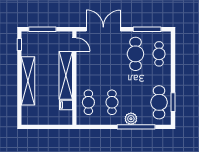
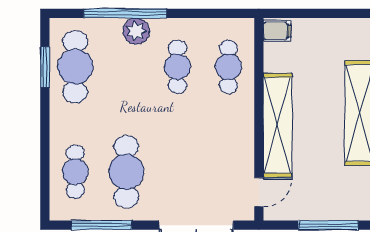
door: (74, 44) -> (259, 192), swing flipped
filing cabinet: (66, 105) -> (277, 31), moved

